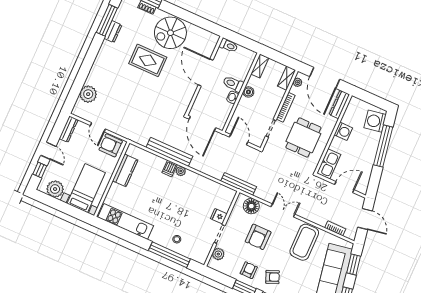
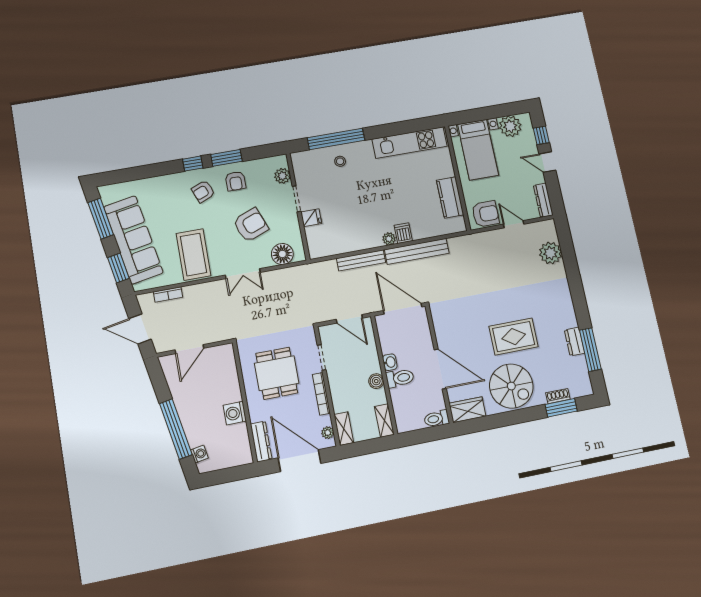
spiral stairs: (170, 33) -> (511, 386), turned 90
wardrobe: (207, 38) -> (467, 410), added
washing machine: (375, 121) -> (199, 454), width x0.53, depth x0.53
kitchen sink: (329, 164) -> (226, 363), removed
bench: (239, 184) -> (361, 260), moved
armchair: (258, 237) -> (251, 225), turned 69

